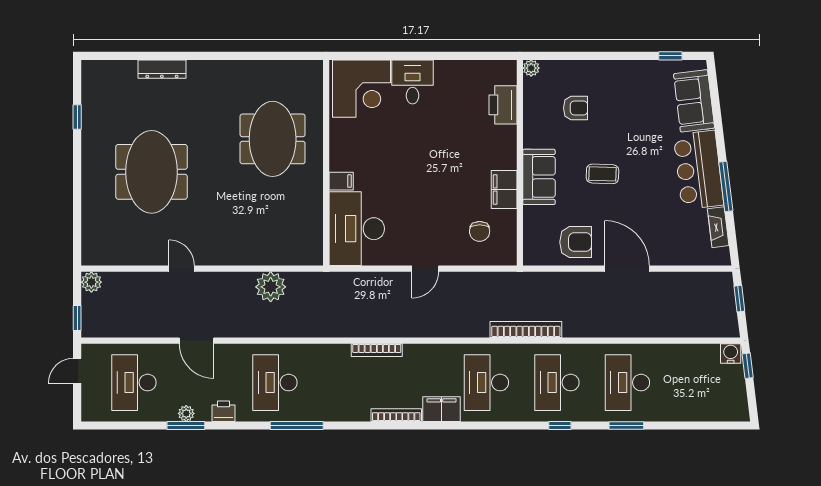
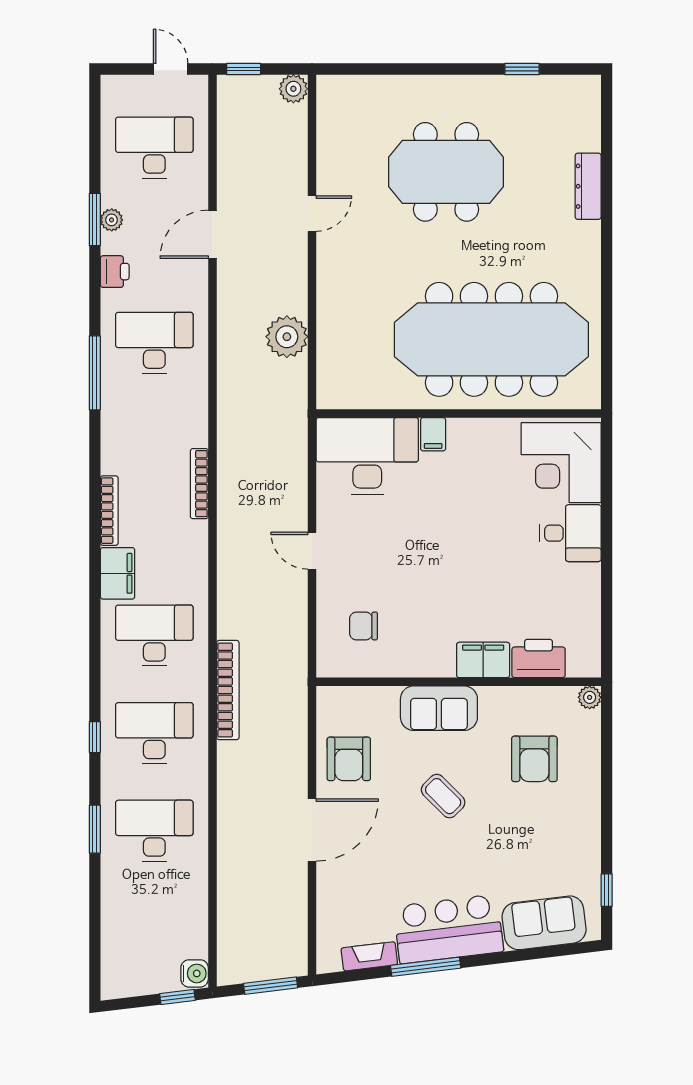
armchair: (576, 108) -> (534, 759), width x1.38, depth x1.38
meeting table: (273, 139) -> (491, 339), width x1.86, depth x1.27
coffee table: (602, 174) -> (443, 796), turned -47
filing cabinet: (504, 190) -> (483, 660), moved
window: (739, 299) -> (271, 986), width x1.50

